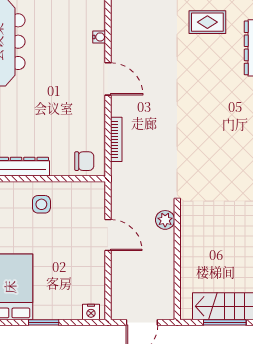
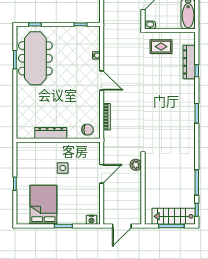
side table: (41, 204) -> (63, 168), moved
door: (108, 235) -> (102, 174), hinge flipped

